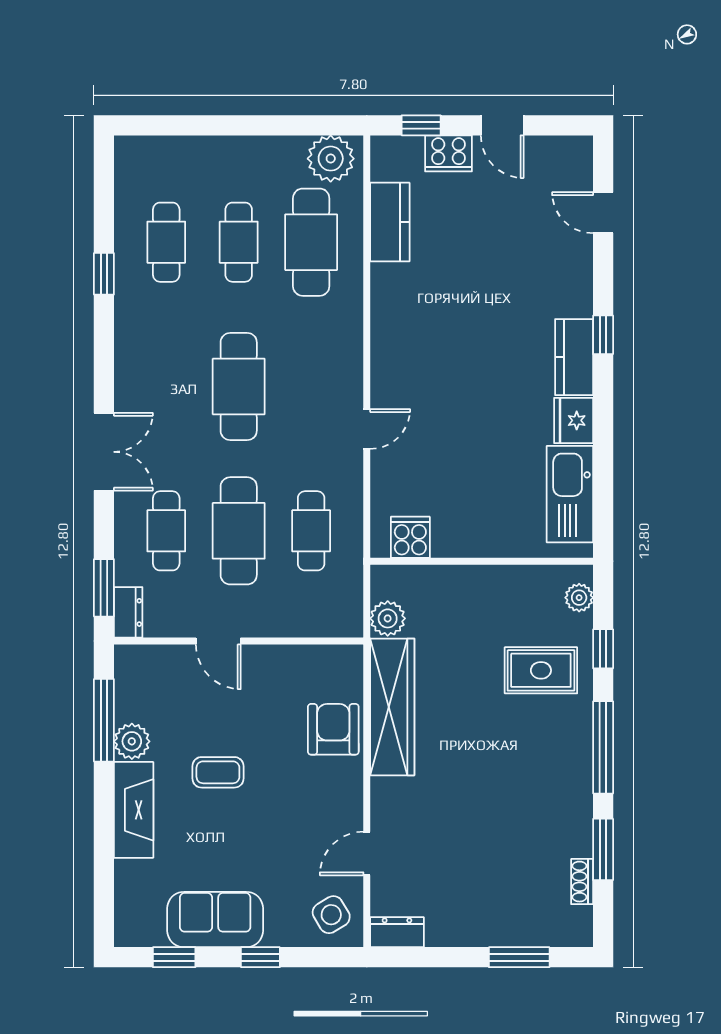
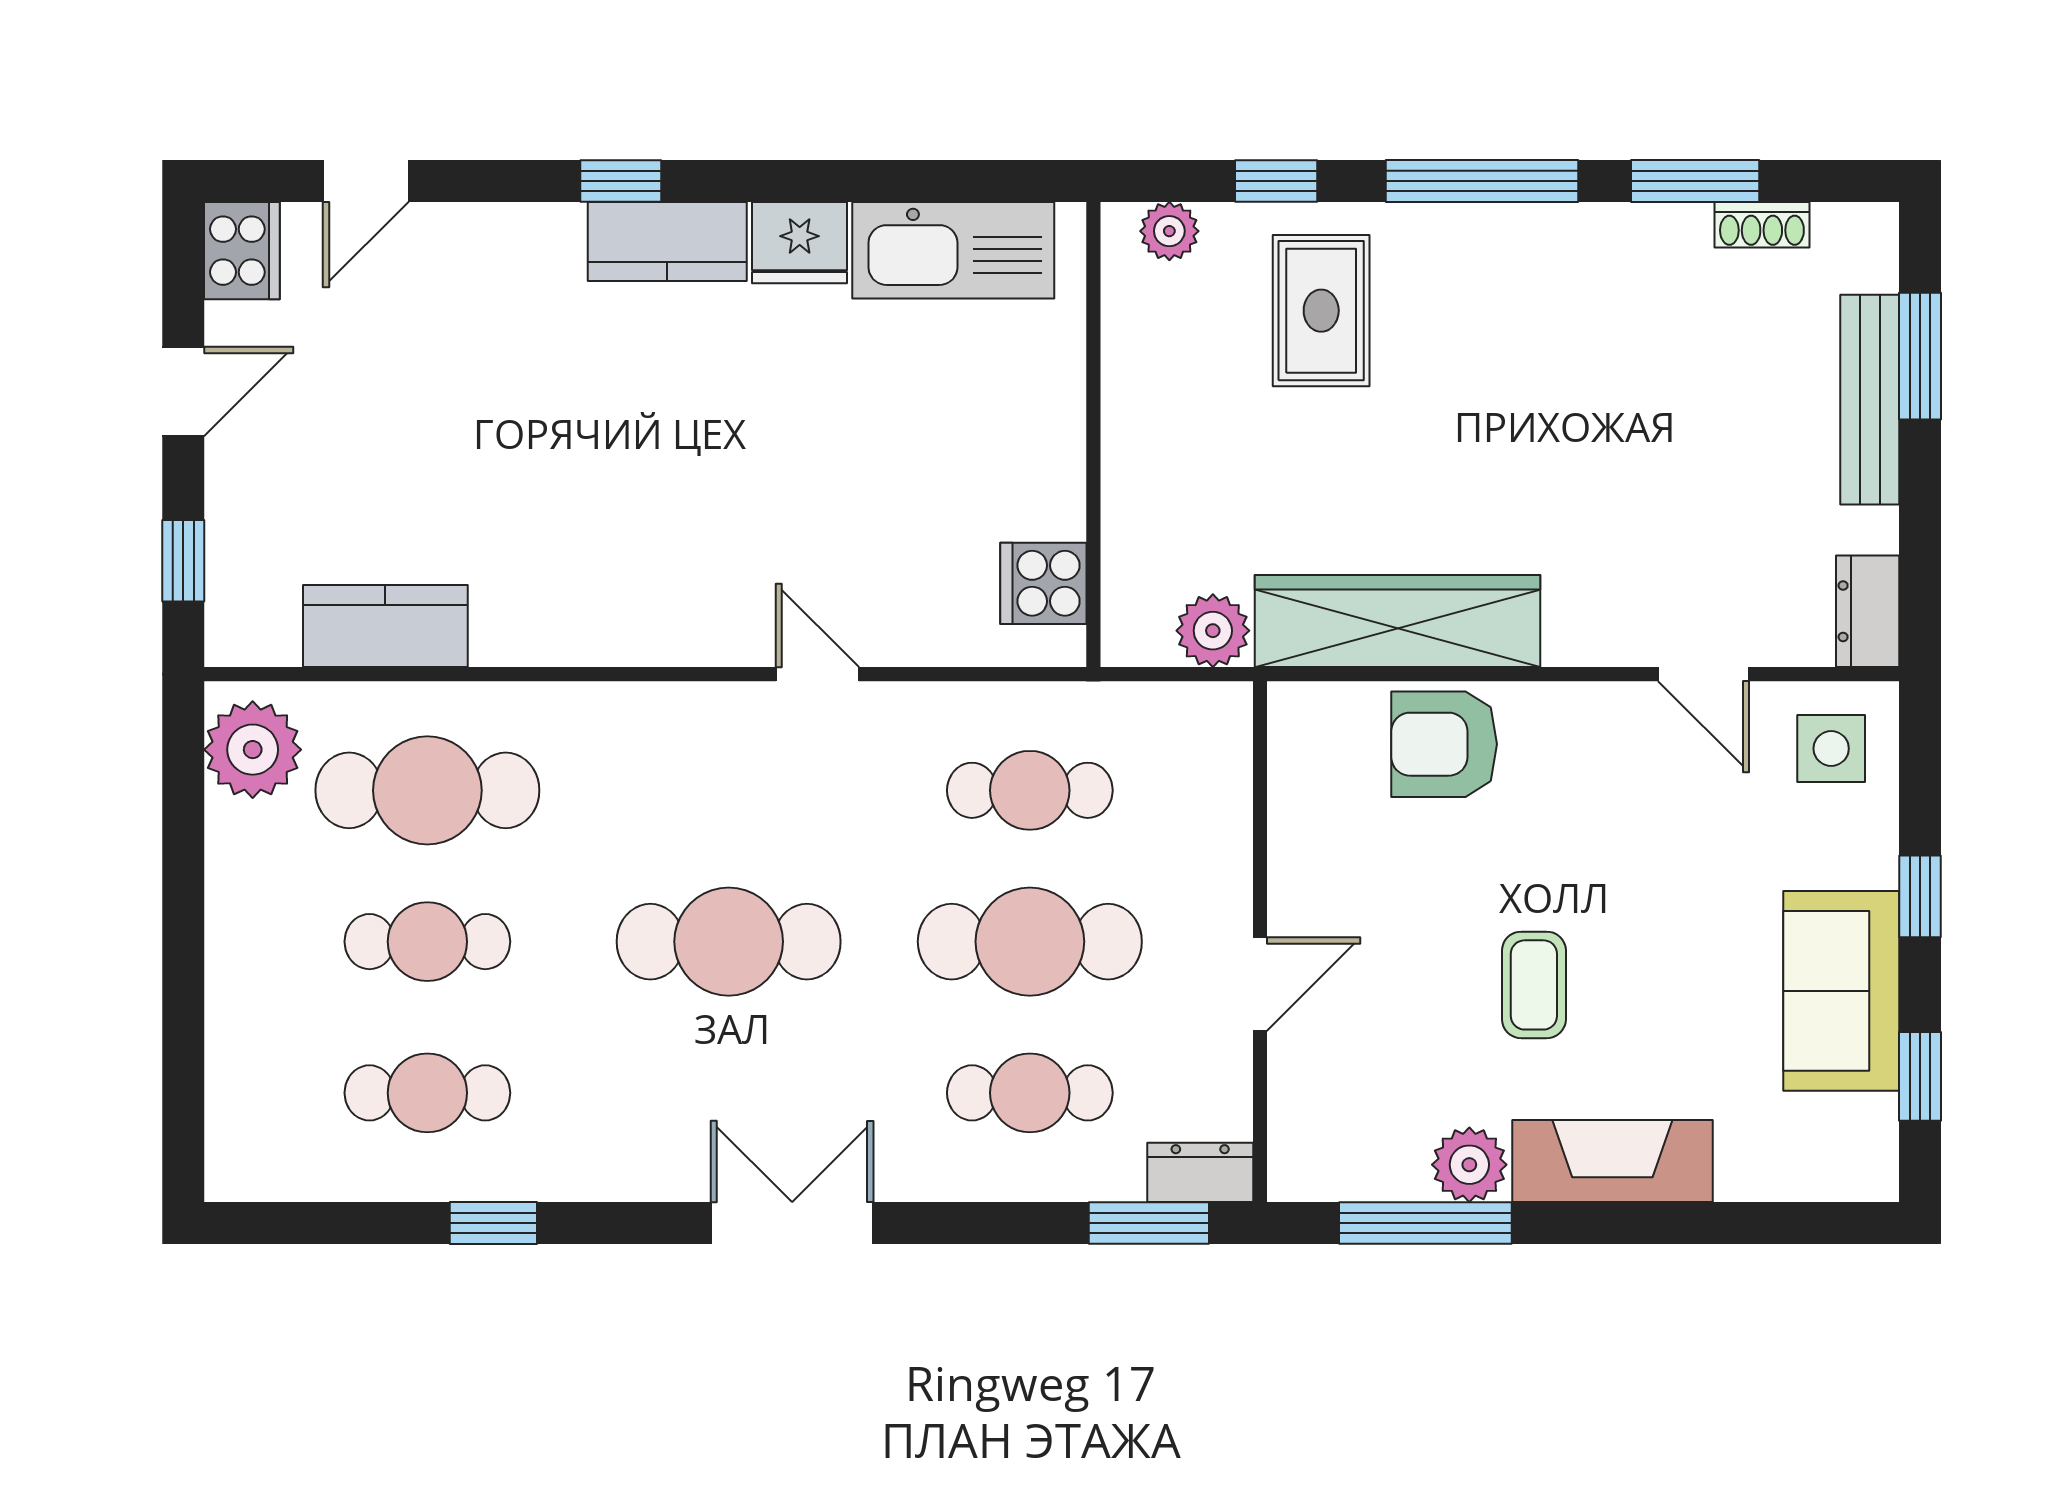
cooker: (449, 153) -> (242, 251), moved
double door: (104, 452) -> (792, 1223), moved
side table: (331, 915) -> (1831, 749), turned 31
bench: (498, 933) -> (1870, 400), added

